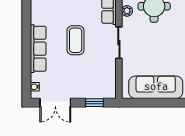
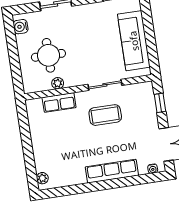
coffee table: (76, 40) -> (105, 115), moved
sliding door: (119, 43) -> (105, 85), moved

